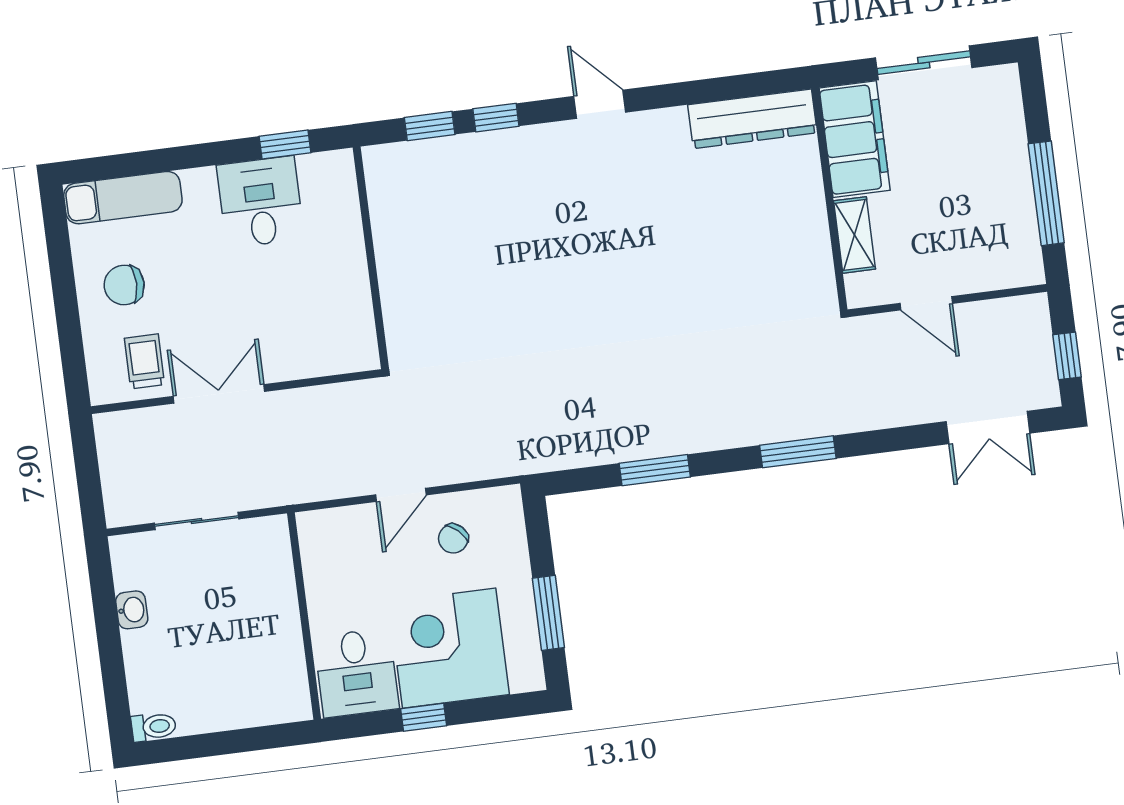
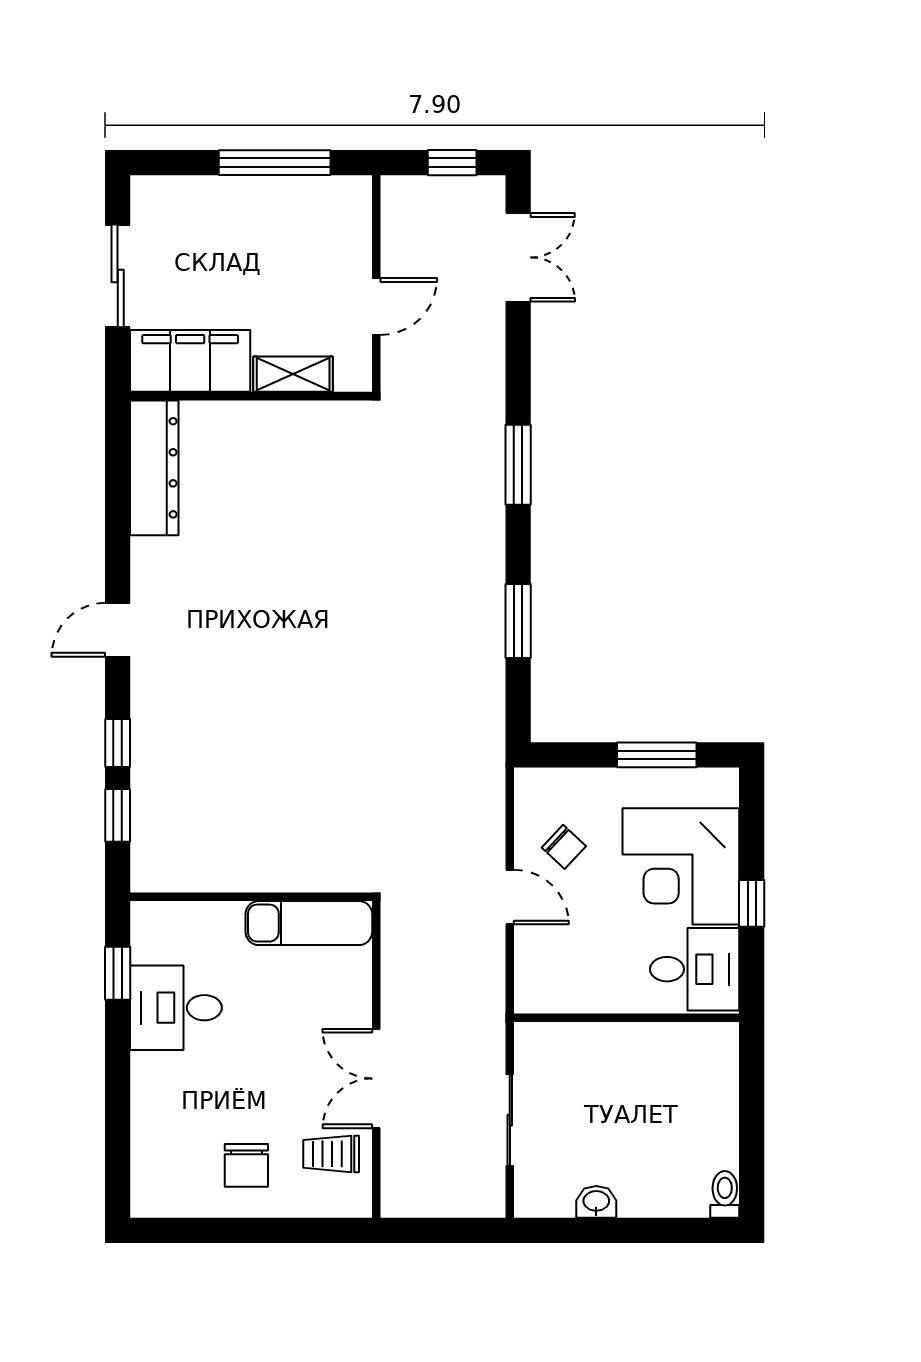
exam couch: (123, 198) -> (309, 923), moved, turned 90

